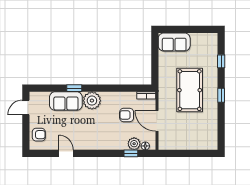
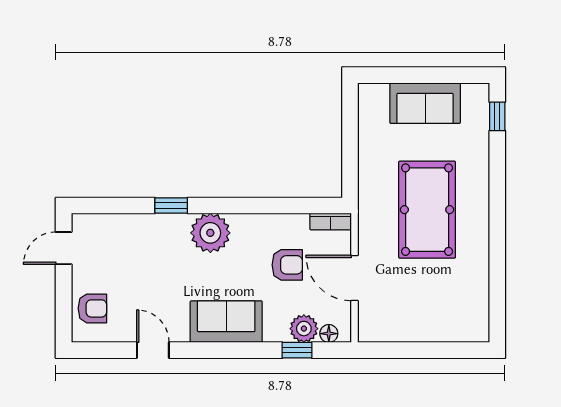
sofa: (174, 42) -> (425, 103), moved
window: (221, 61) -> (497, 116), moved
window: (221, 95) -> (497, 221), removed
sofa: (66, 101) -> (226, 322), moved, turned 180
armchair: (127, 115) -> (287, 265), turned 180

